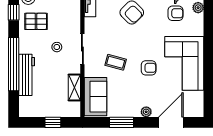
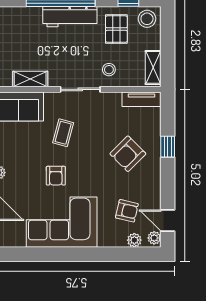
armchair: (175, 13) -> (127, 211), turned -77
stool: (57, 47) -> (109, 70), moved
workbench: (27, 75) -> (70, 17), moved

